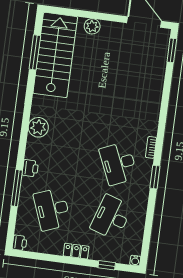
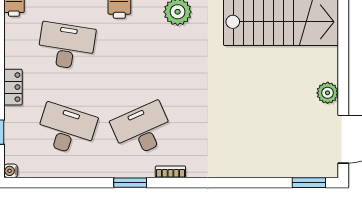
plant: (92, 26) -> (328, 93), moved
desk: (52, 209) -> (66, 46), turned 30

